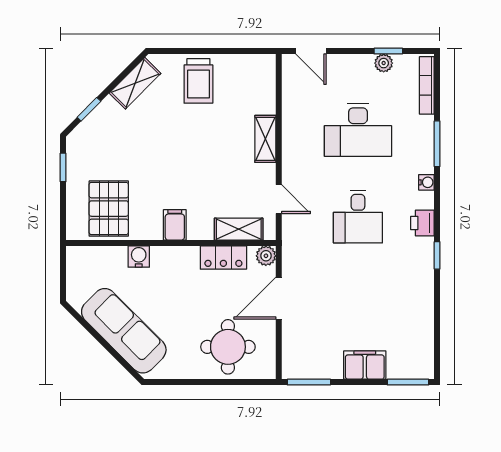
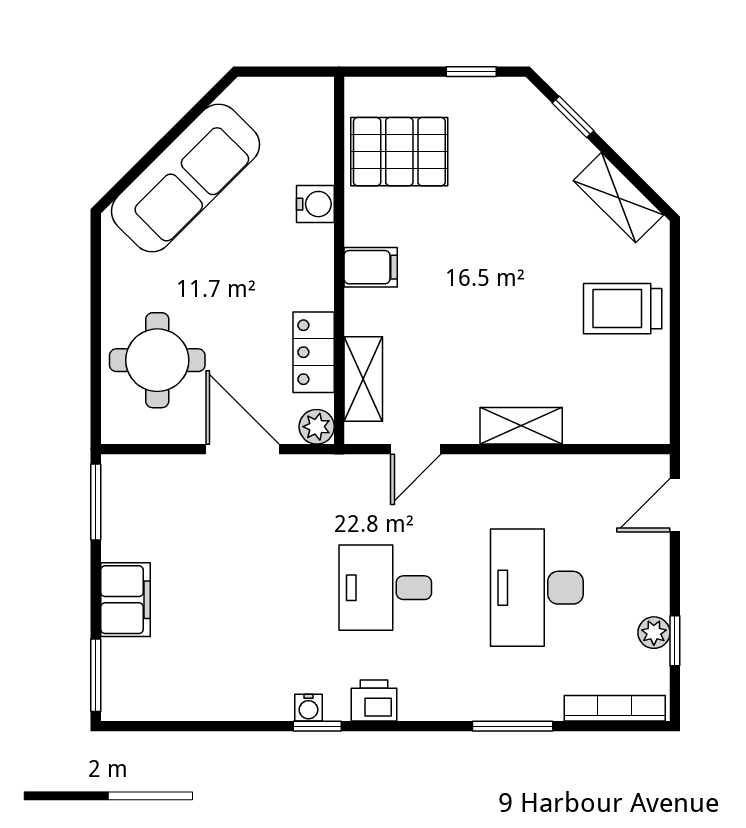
water cooler: (426, 182) -> (308, 708), moved

